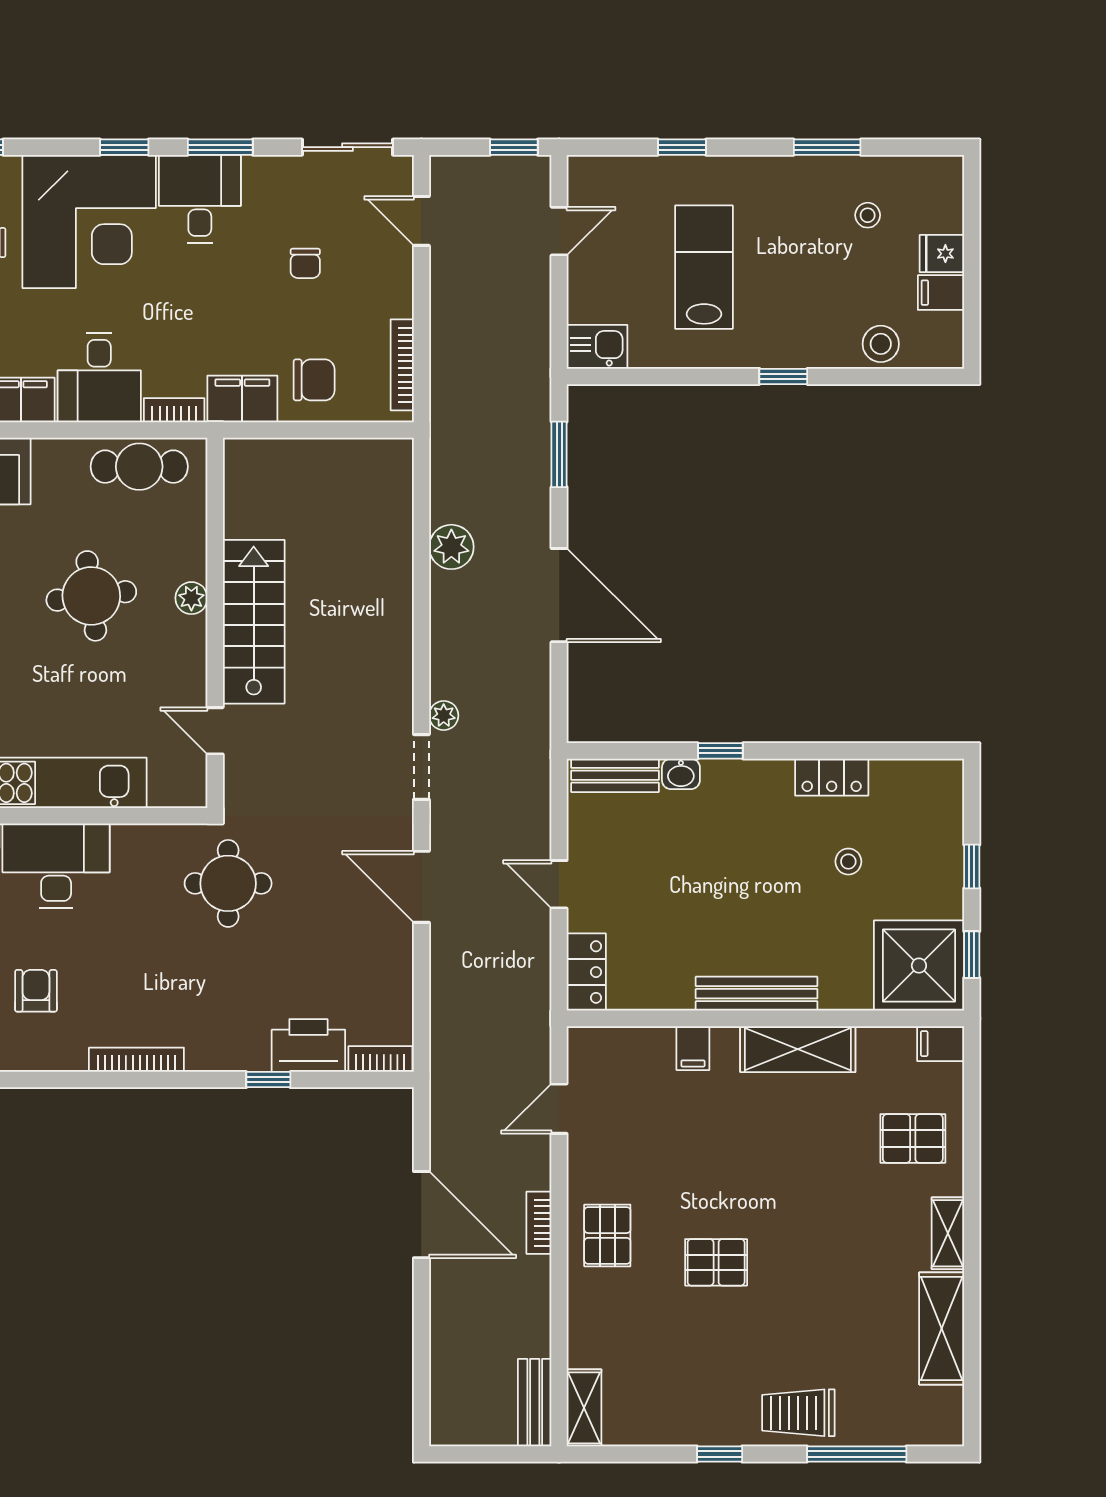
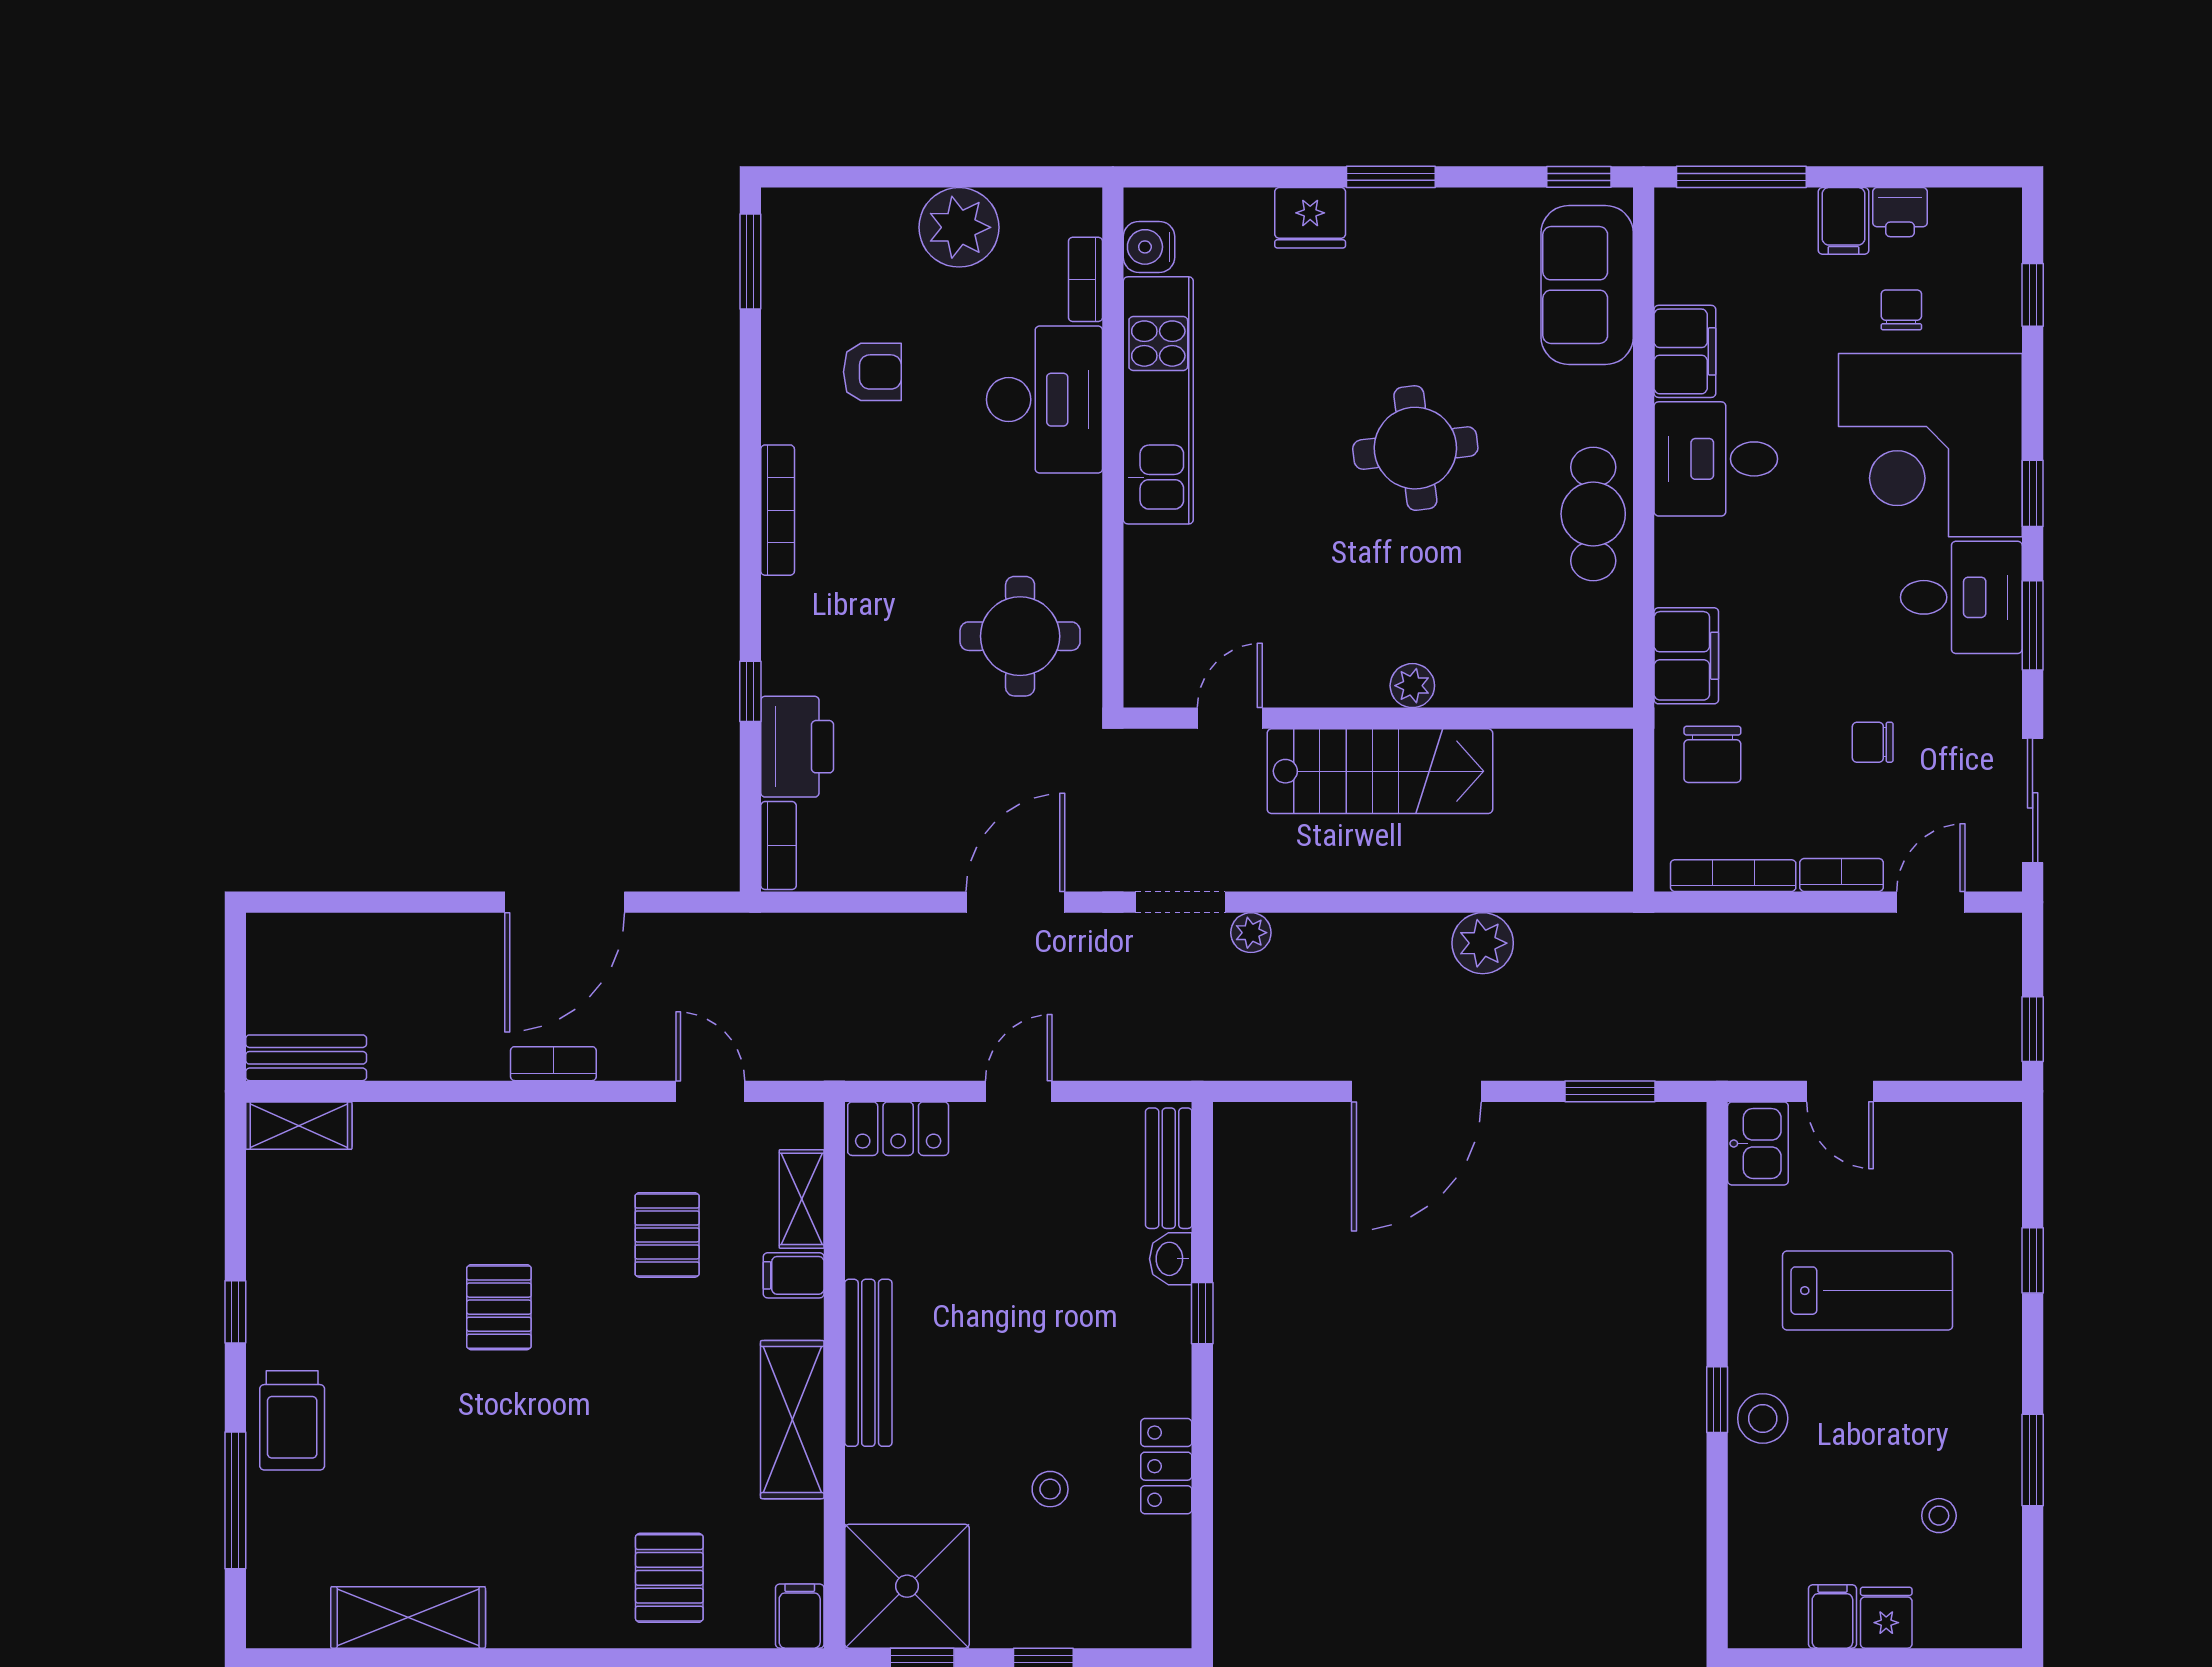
door: (559, 231) -> (1840, 1091), moved
stool: (881, 344) -> (1763, 1418), moved
bookcase: (174, 410) -> (1842, 875), moved, turned -90
plant: (191, 598) -> (1412, 686), moved
stairs: (254, 622) -> (1380, 771), moved
wall: (215, 623) -> (1378, 718), moved
door: (215, 731) -> (1230, 718), moved
shelving: (948, 1233) -> (802, 1199), moved, turned 90
pallet: (607, 1235) -> (667, 1235), moved, turned 90
trolley: (798, 1413) -> (292, 1420), turned 180

